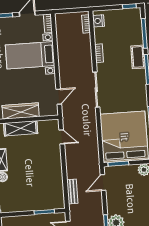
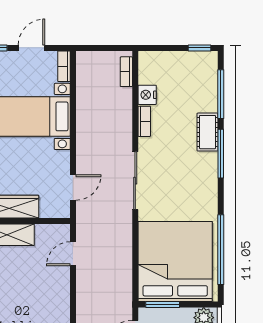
nightstand: (98, 21) -> (147, 95), moved
door: (62, 137) -> (73, 254), swing flipped

